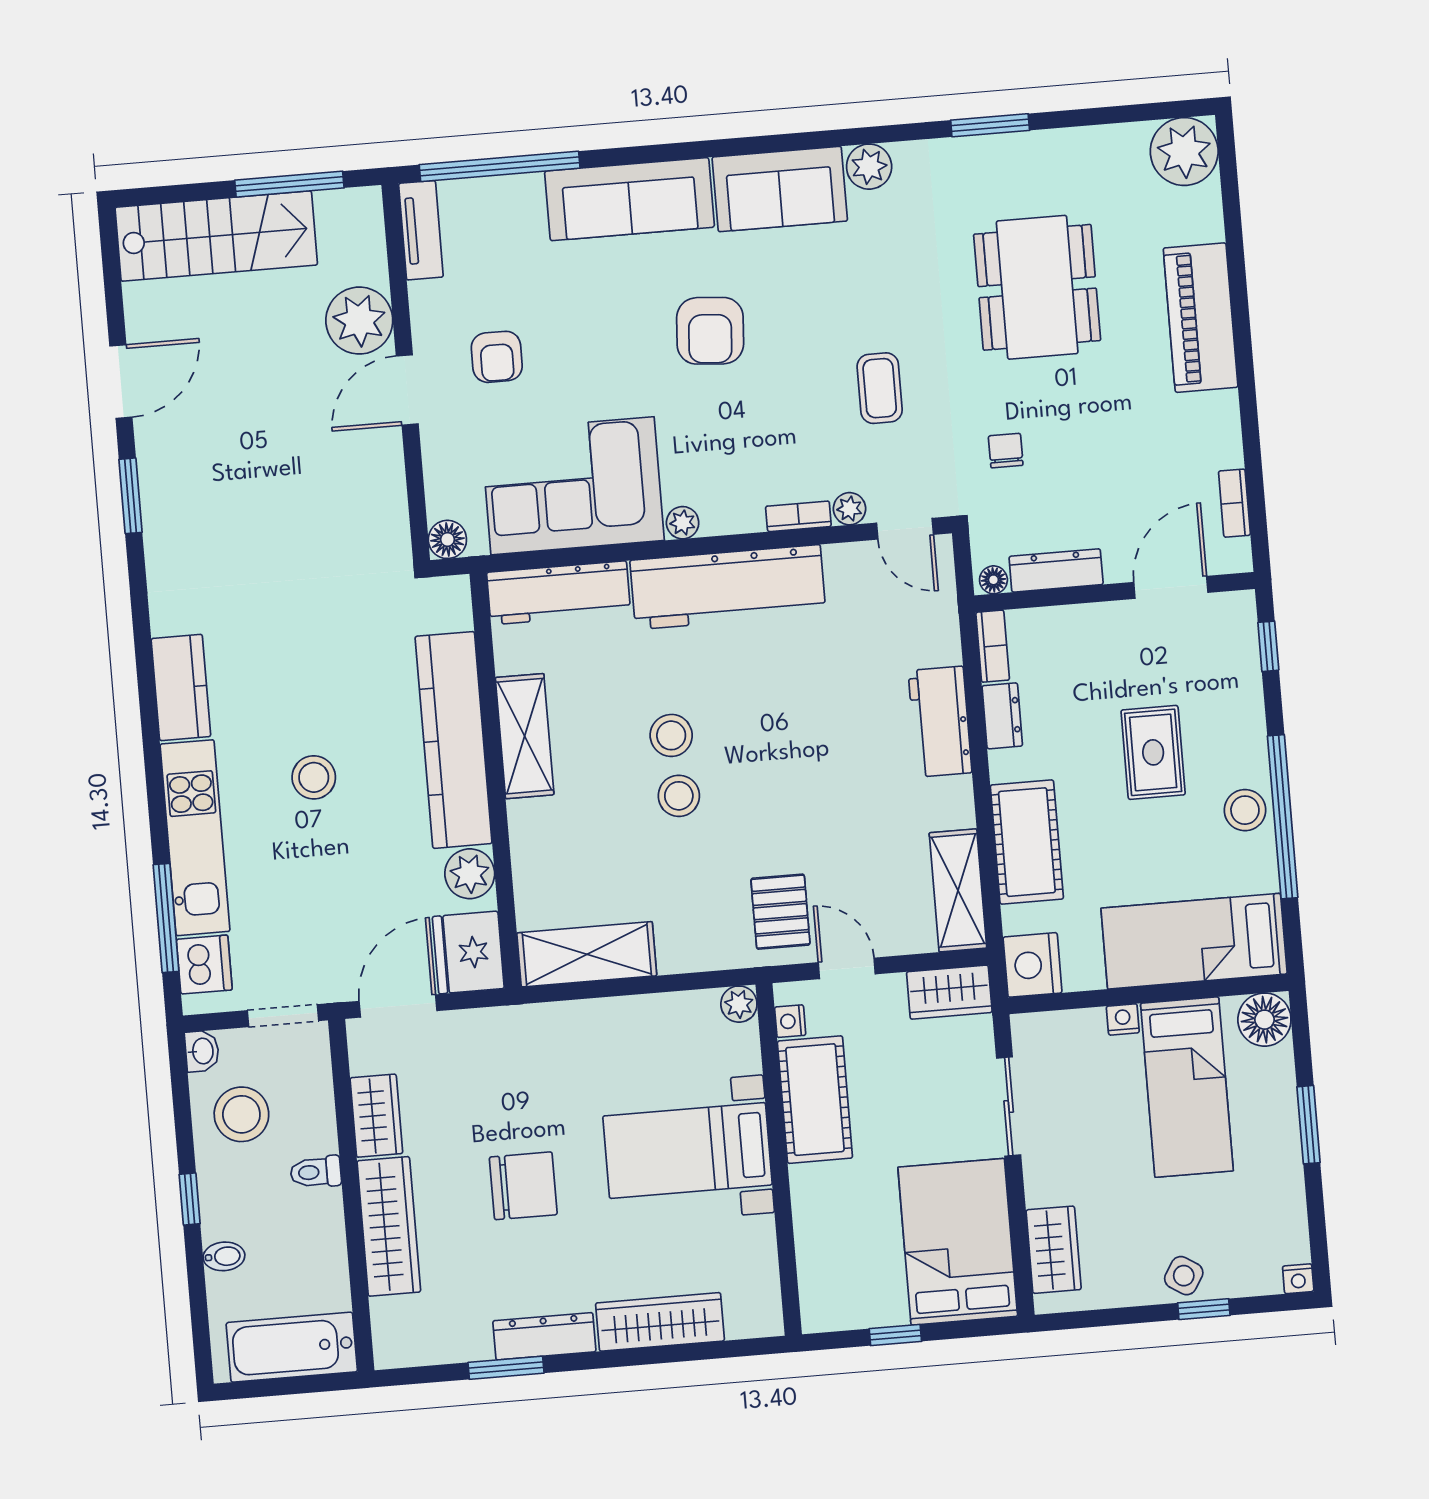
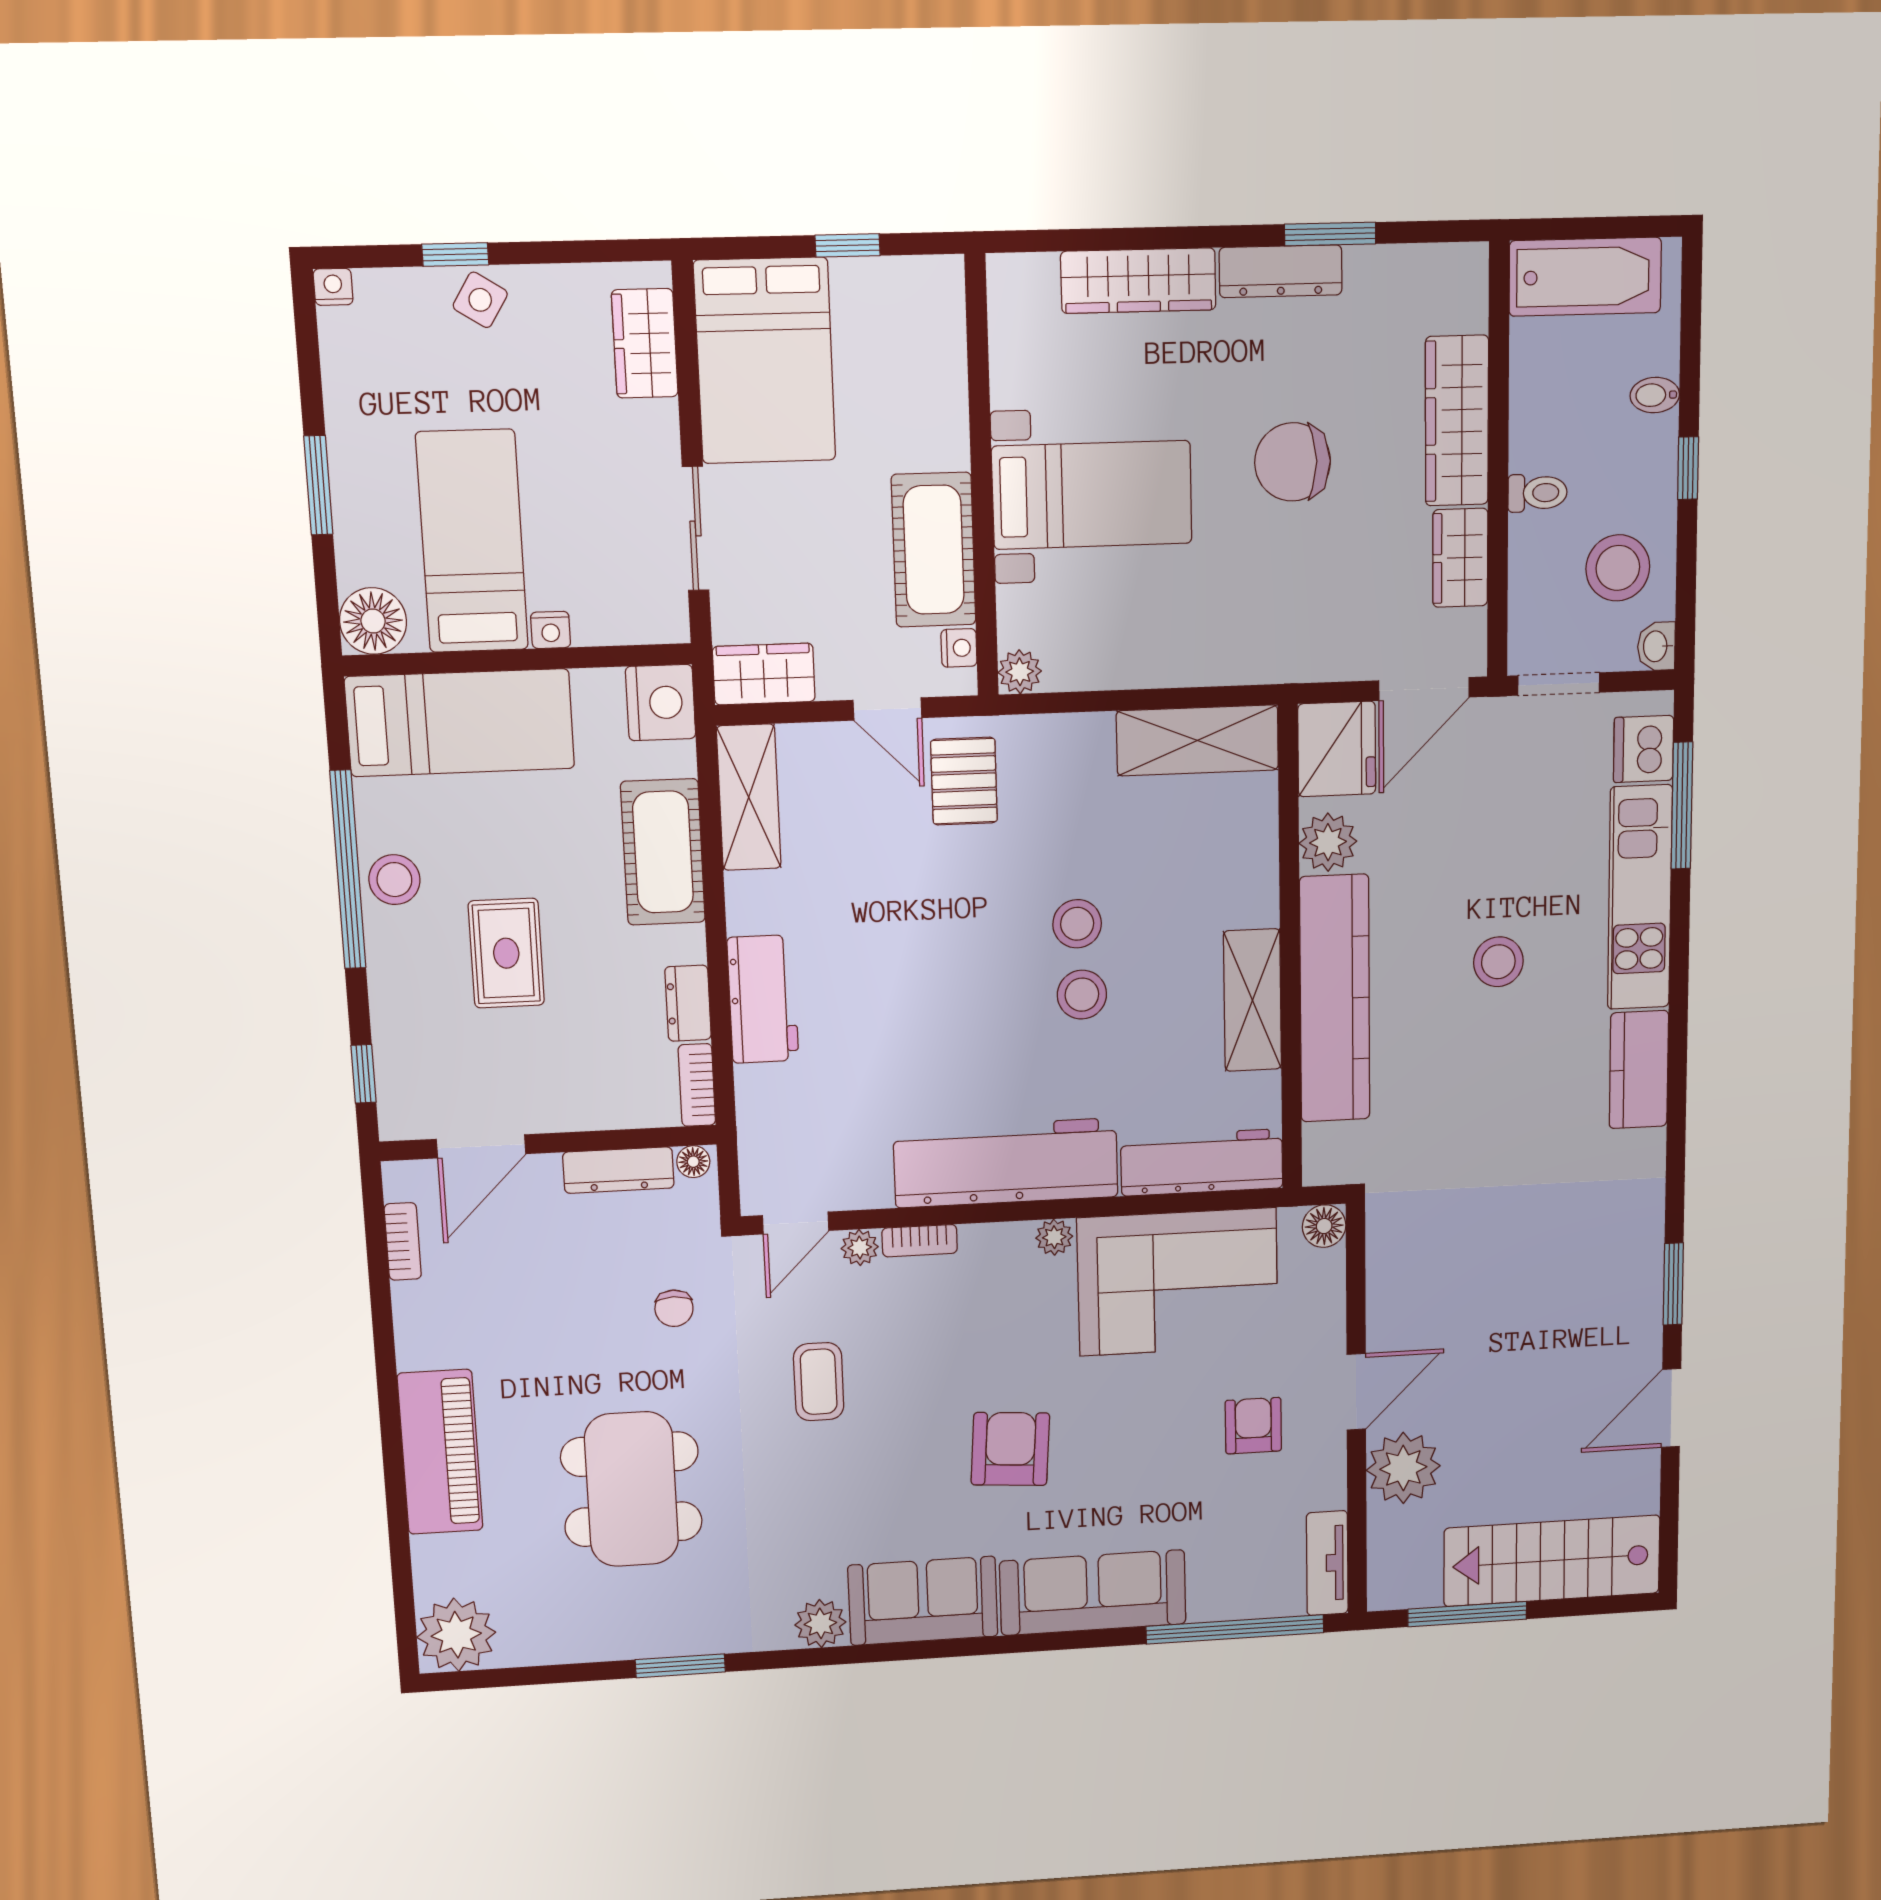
door: (905, 529) -> (796, 1223), swing flipped

